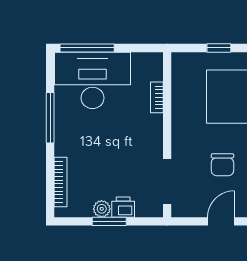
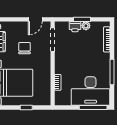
door: (221, 221) -> (35, 19), moved

